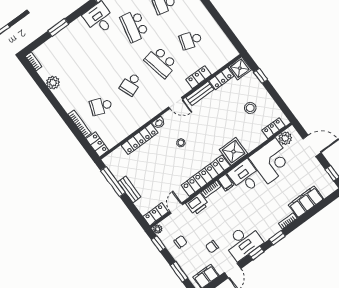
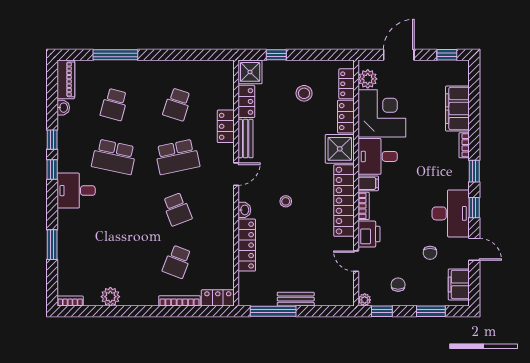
locker: (156, 214) -> (346, 117), moved

